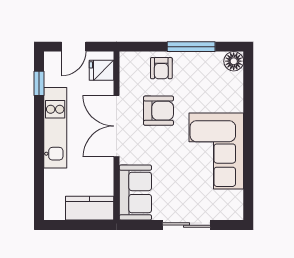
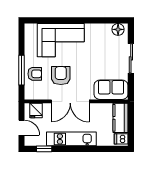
window: (191, 47) -> (21, 70), moved
floor lamp: (234, 61) -> (118, 29), moved
corner sofa: (216, 151) -> (61, 40), moved
dishwasher: (55, 209) -> (121, 139), added

